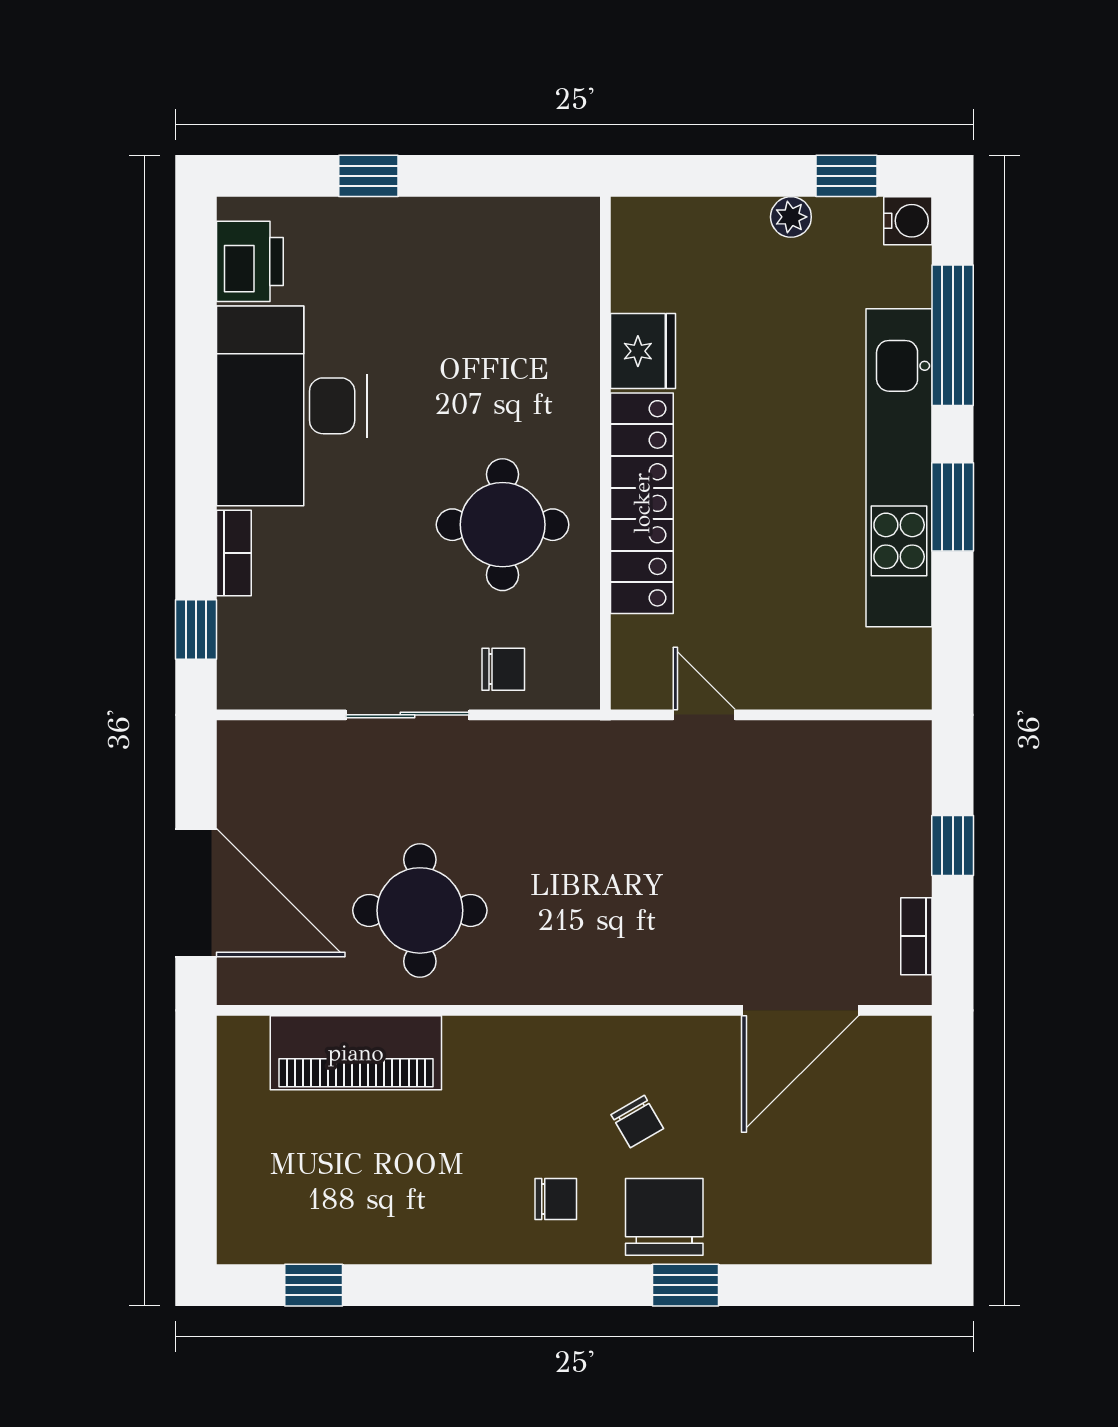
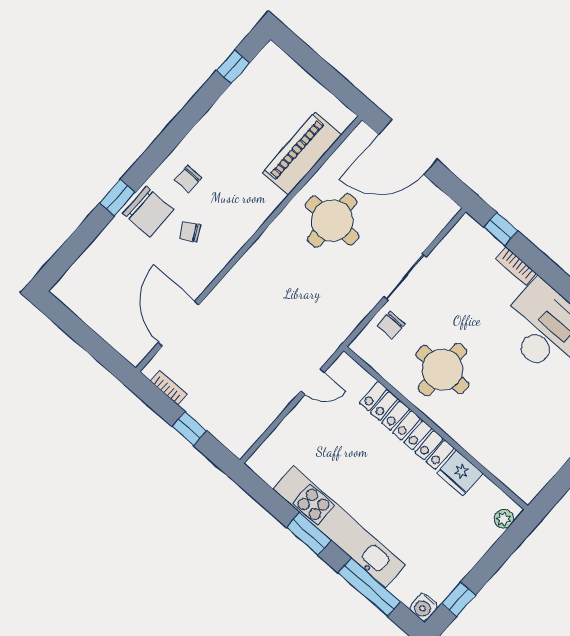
plant: (791, 217) -> (504, 519), moved

